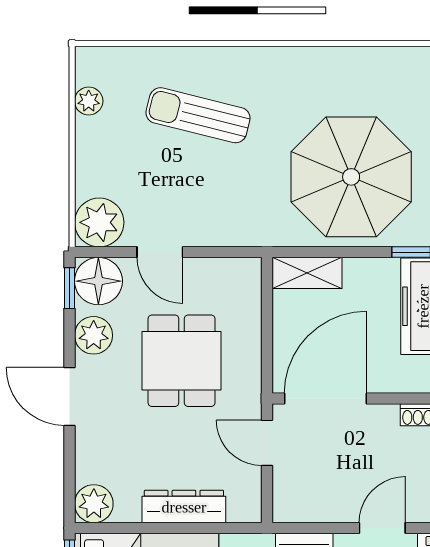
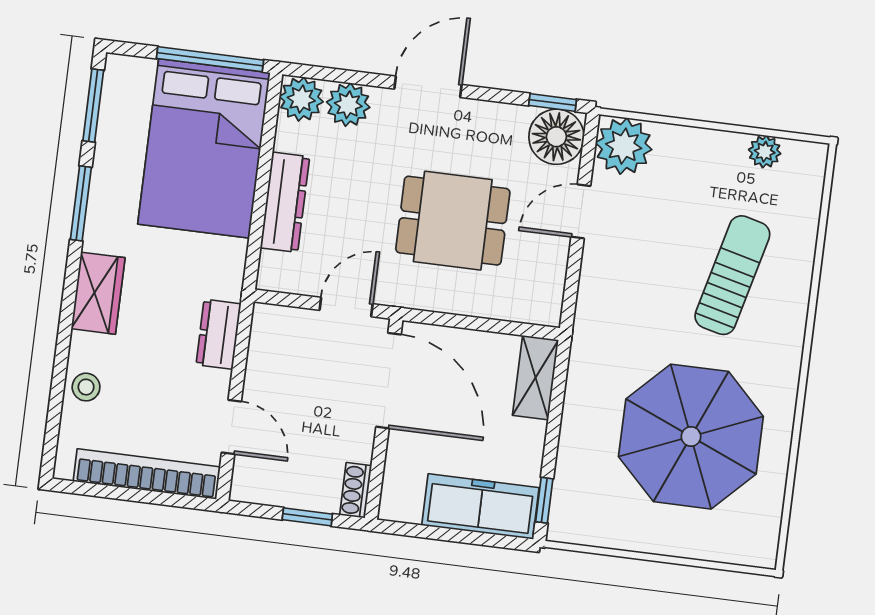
parasol: (351, 177) -> (691, 437), moved
plant: (94, 335) -> (348, 105), moved

